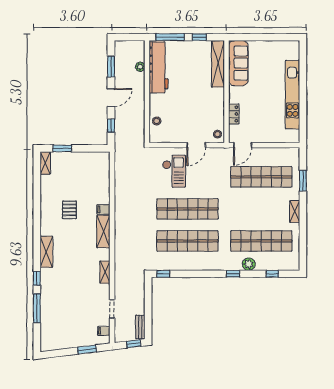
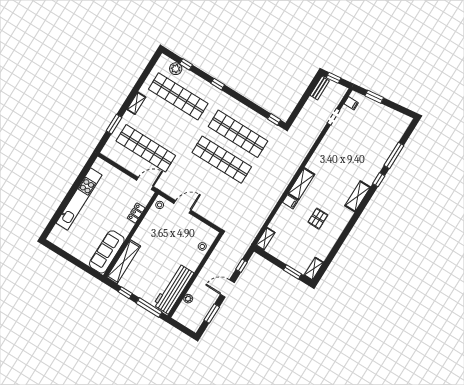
checkout: (174, 171) -> (214, 197), removed
plant: (249, 264) -> (176, 69), moved
shelving: (105, 272) -> (265, 239), moved

